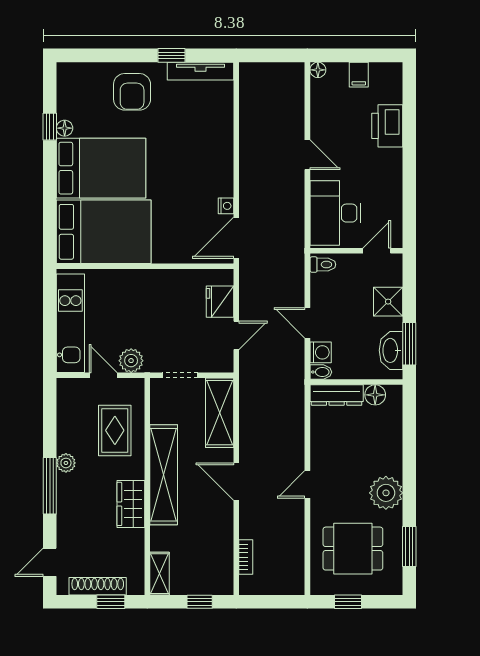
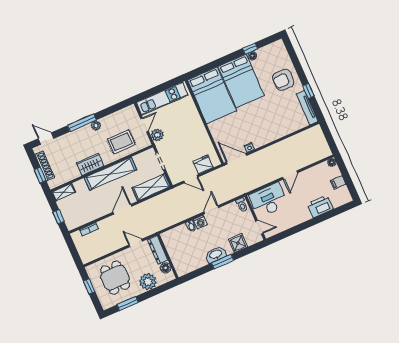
wall: (356, 382) -> (168, 256), moved
dresser: (337, 395) -> (158, 250), moved
floor lamp: (375, 395) -> (166, 268), moved

